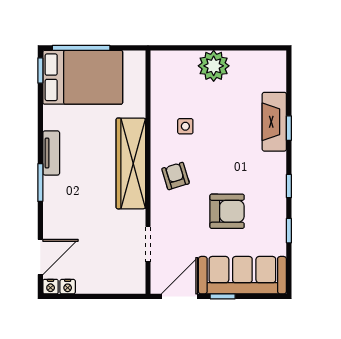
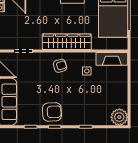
plant: (214, 66) -> (119, 117), moved
fireplace: (274, 122) -> (112, 59), moved, turned 180
armchair: (227, 211) -> (52, 112), moved, turned -93

